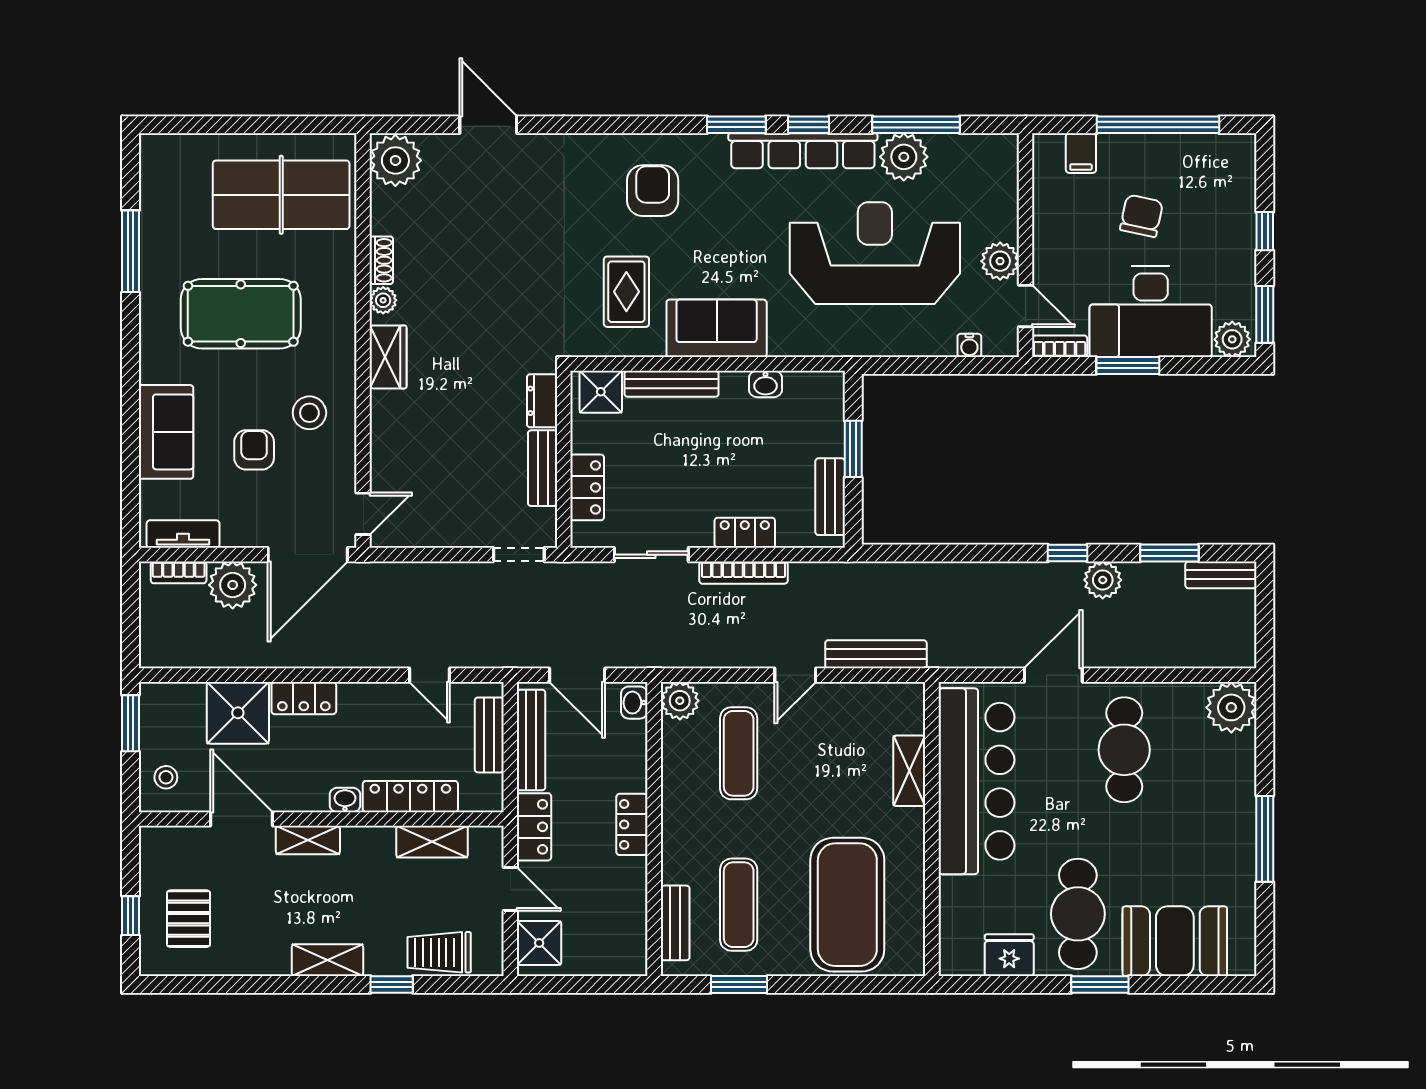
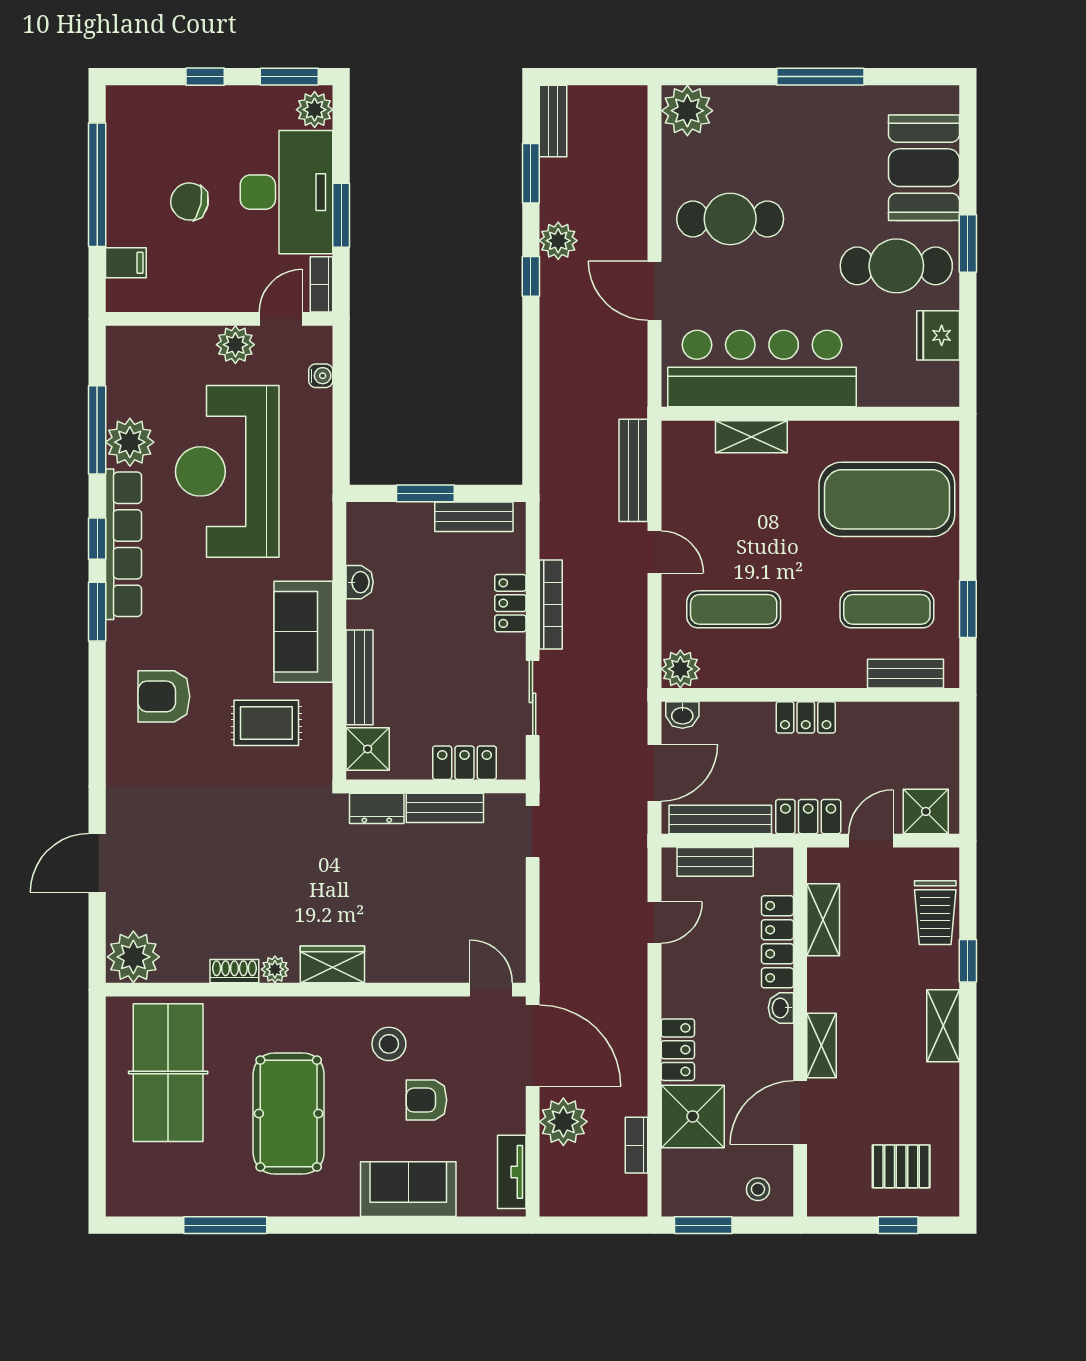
bookcase: (179, 572) -> (636, 1145), moved, turned 180

